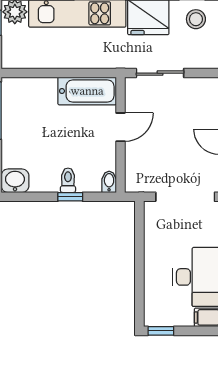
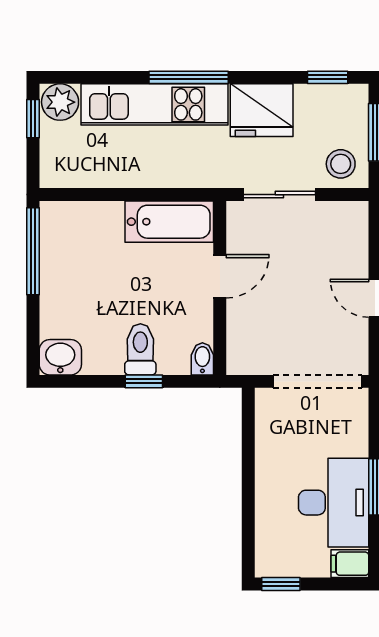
stool: (196, 19) -> (341, 164), moved
toilet: (68, 180) -> (140, 349), width x1.37, depth x1.39

